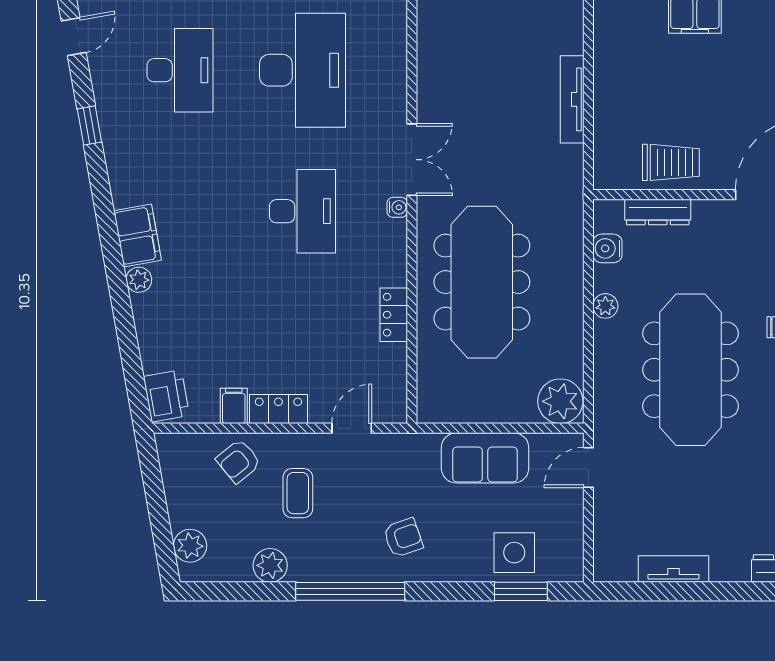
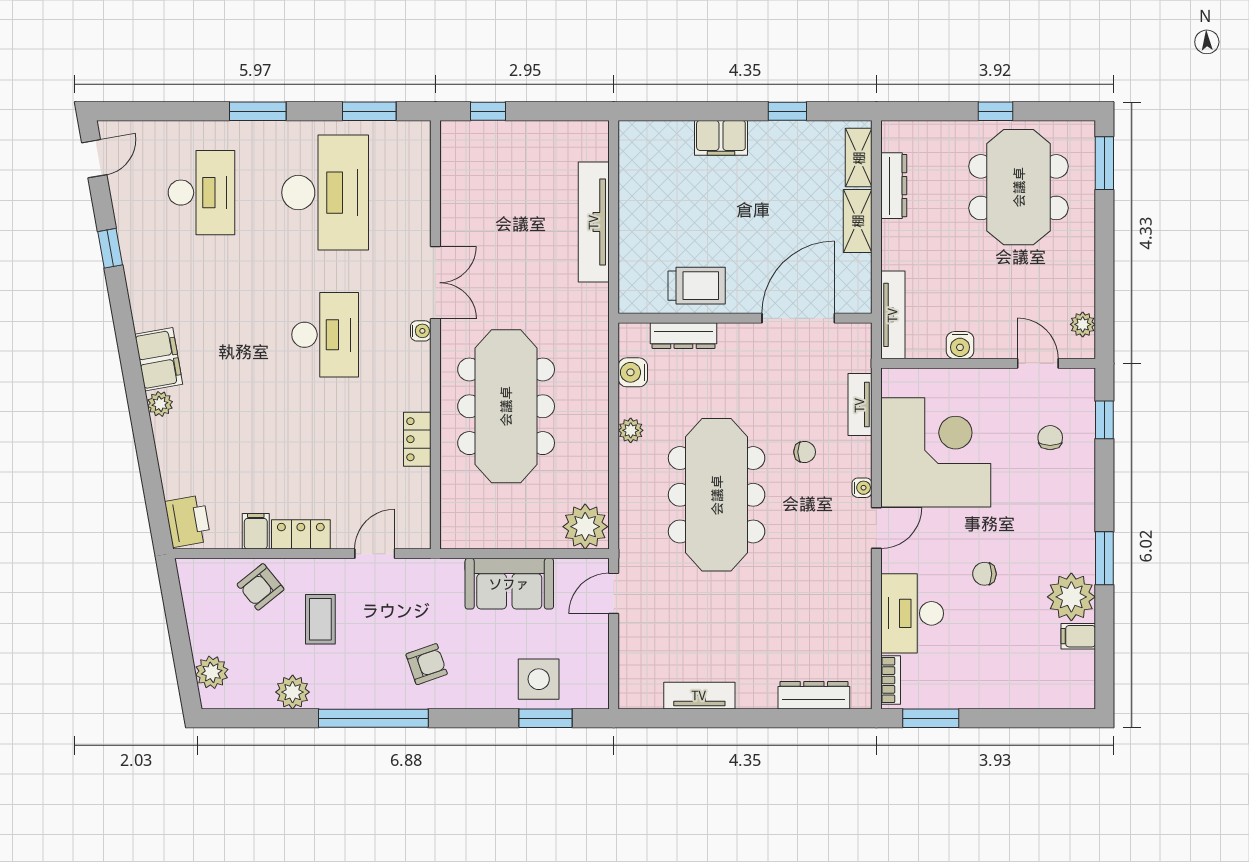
tv unit: (572, 99) -> (594, 222), width x1.36, depth x1.29

